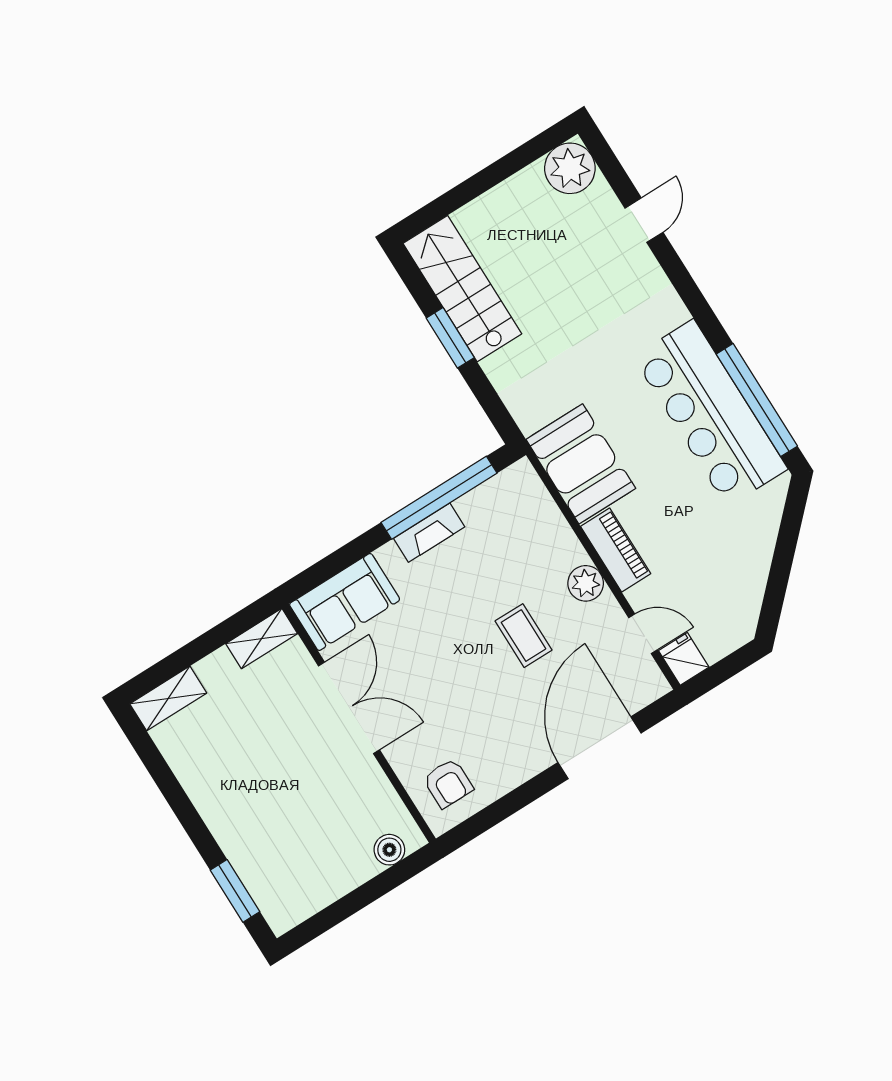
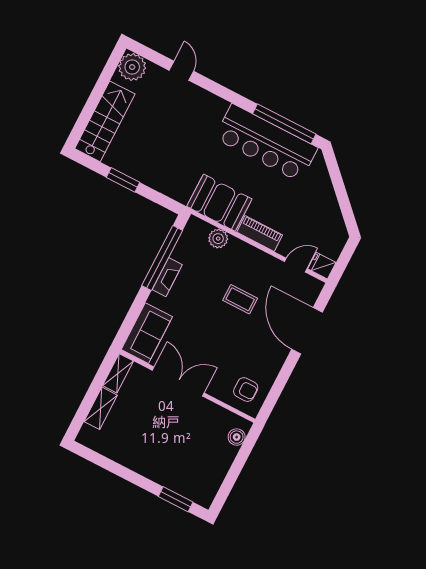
stairs: (462, 289) -> (105, 121), moved, turned 90
plant: (586, 583) -> (218, 239), moved
shelving: (168, 698) -> (101, 408), moved

